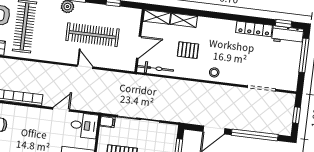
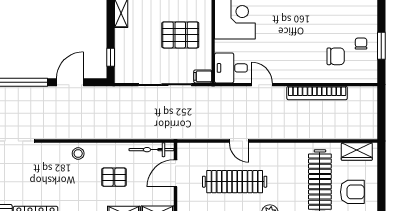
door: (61, 109) -> (262, 85), swing flipped

